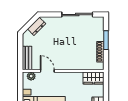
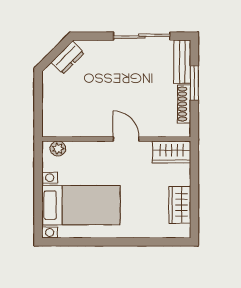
bench: (27, 58) -> (182, 62), moved
door: (47, 71) -> (126, 139), moved

